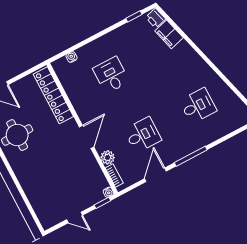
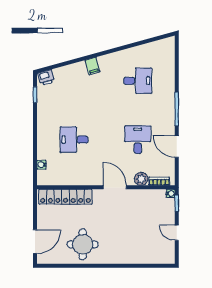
filing cabinet: (169, 34) -> (93, 66), moved, width x0.50
desk: (198, 106) -> (138, 81), turned 90
door: (75, 217) -> (177, 233), swing flipped

